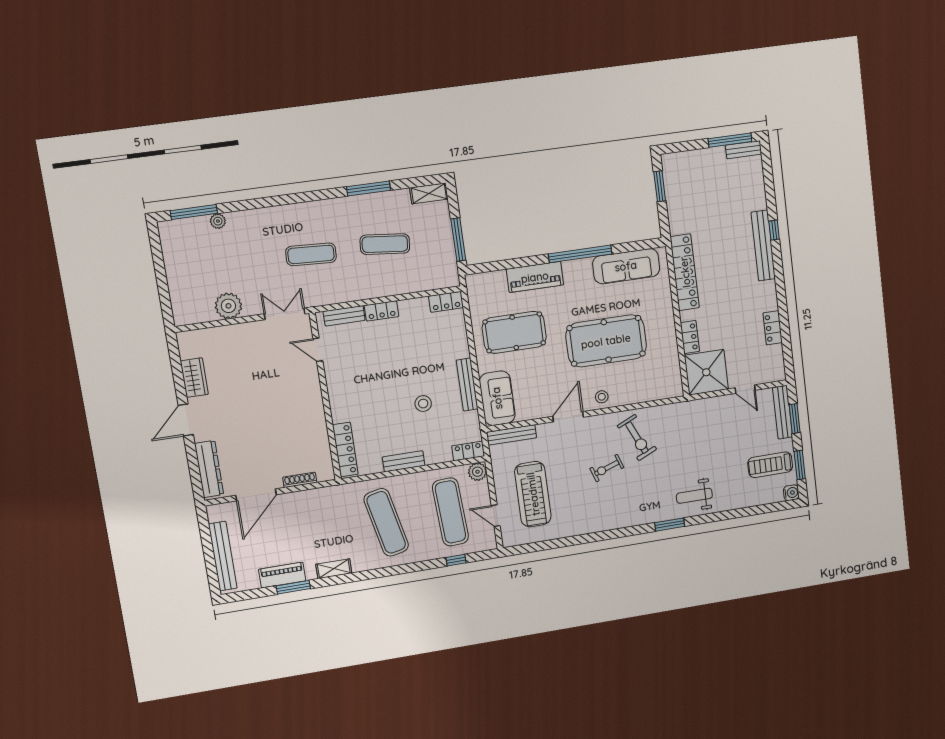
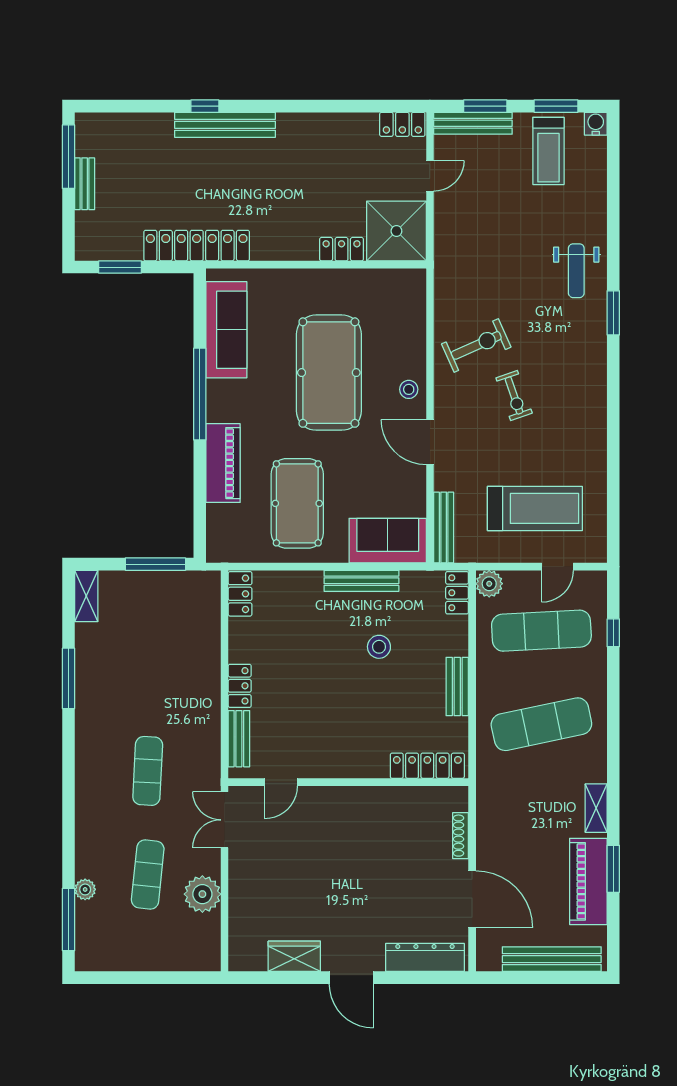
bench: (744, 150) -> (85, 184), moved
exercise mat: (385, 244) -> (148, 875), moved
locker: (685, 272) -> (197, 246), moved
locker: (773, 328) -> (402, 124), moved
piano: (282, 575) -> (588, 881), width x1.37, depth x1.33

